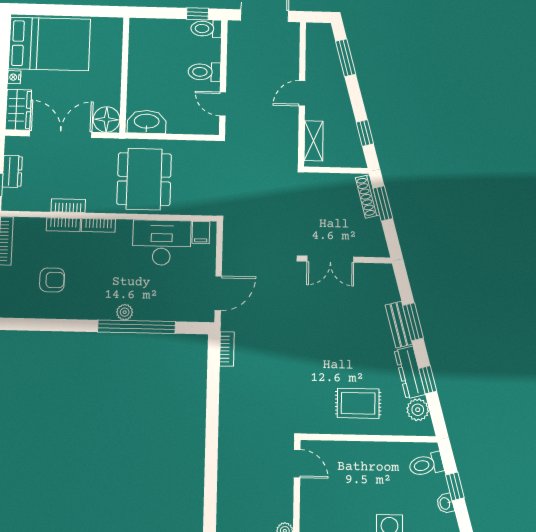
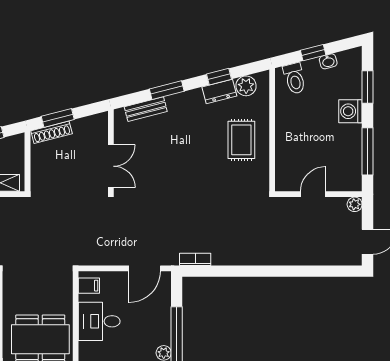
desk: (162, 243) -> (99, 321), width x0.73
door: (218, 293) -> (145, 268), swing flipped
bench: (399, 325) -> (146, 109), moved
dresser: (410, 372) -> (219, 91), width x0.70
door: (297, 464) -> (313, 194), moved

